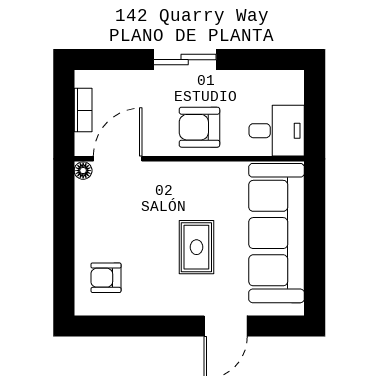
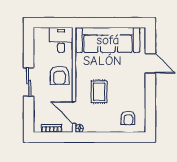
rug: (196, 247) -> (99, 92), moved, turned 90

